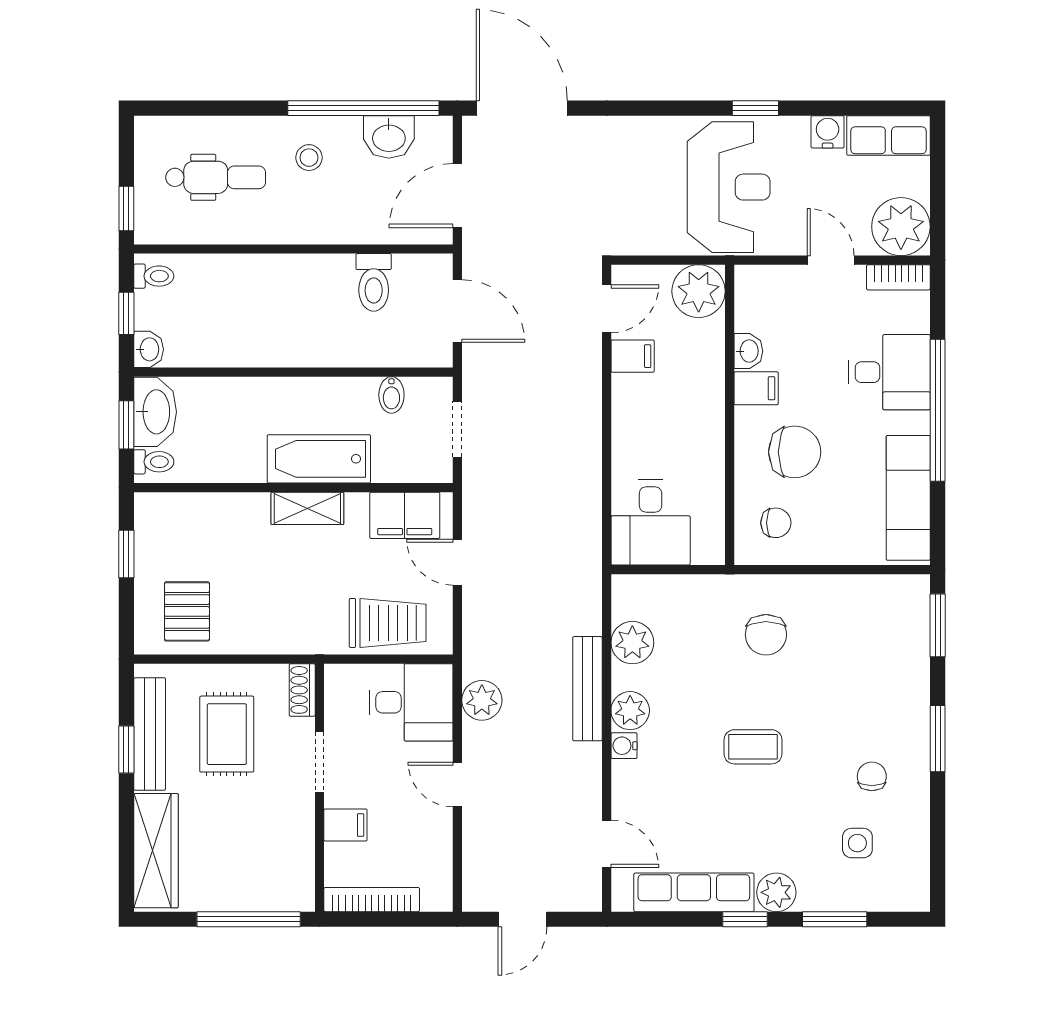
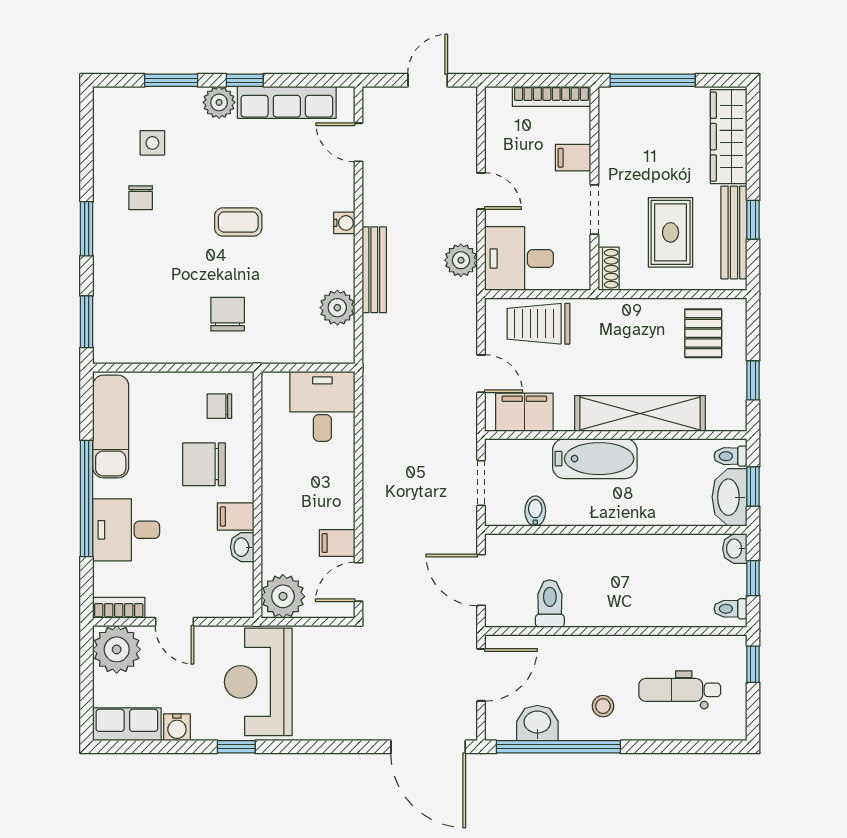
shelving: (307, 508) -> (640, 413), width x2.20, depth x1.33
plant: (630, 711) -> (339, 252), removed

